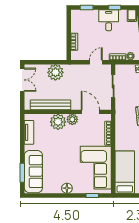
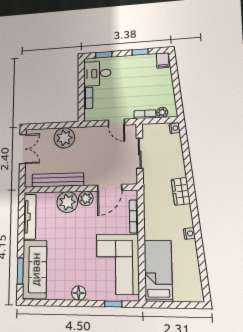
desk: (109, 20) -> (97, 73), moved, turned -90
door: (96, 62) -> (116, 123), swing flipped
door: (90, 112) -> (110, 188), swing flipped
tv unit: (29, 132) -> (30, 217), width x1.41

